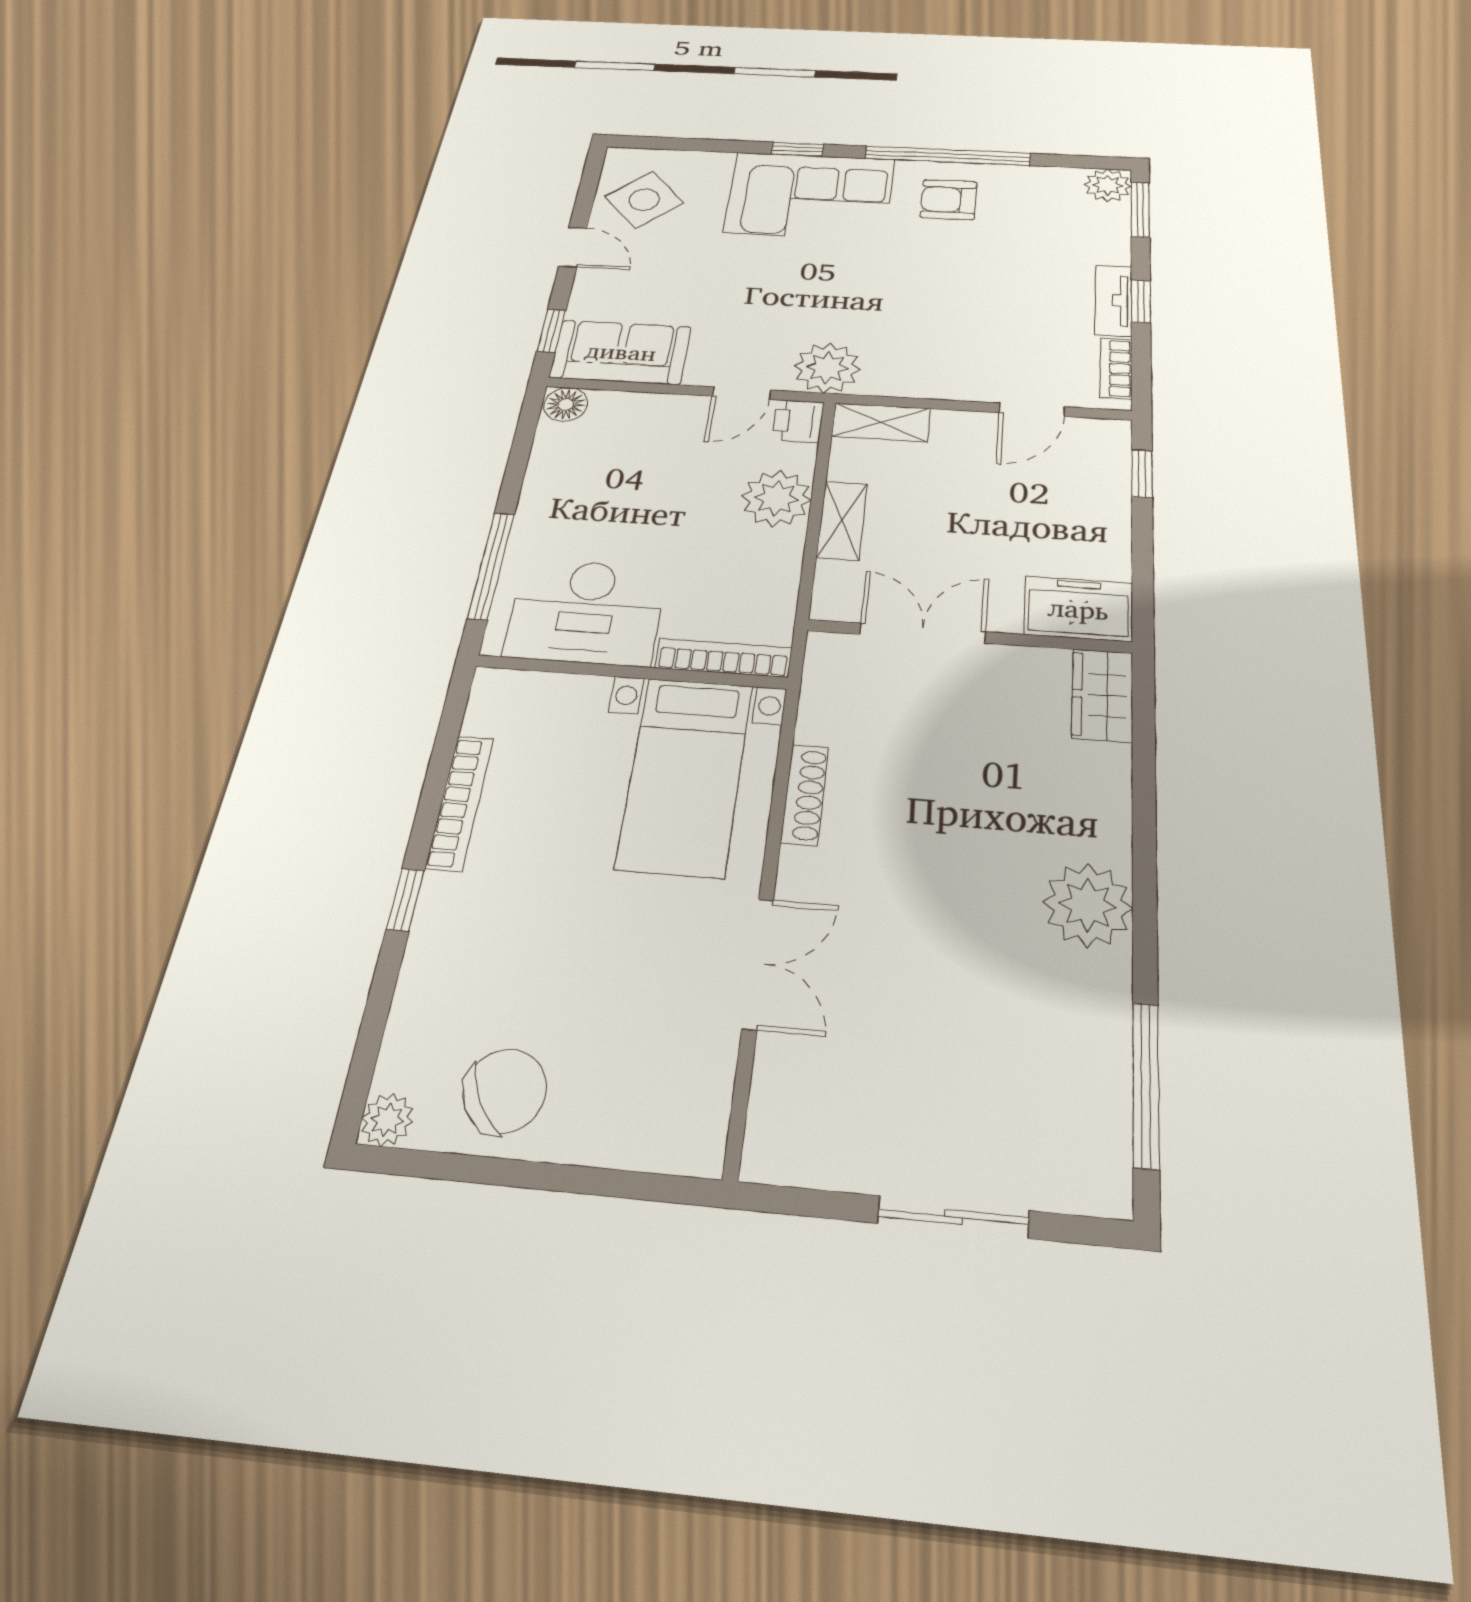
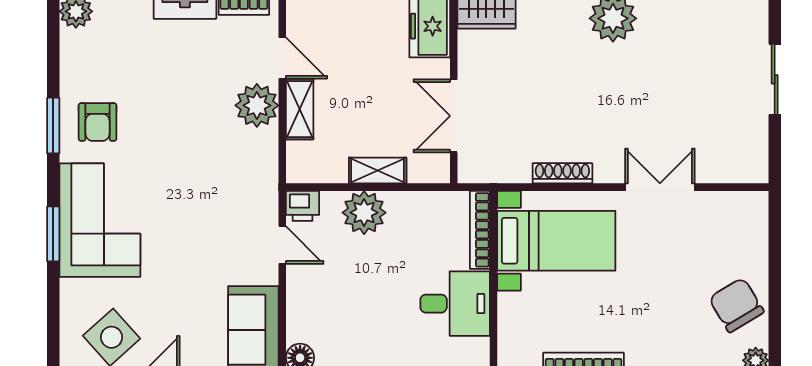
window: (798, 149) -> (53, 234), width x1.50
window: (947, 156) -> (53, 126), width x0.47
plant: (827, 368) -> (257, 105), moved
shelving: (881, 422) -> (300, 109), moved
desk: (586, 612) -> (455, 304), width x0.73

